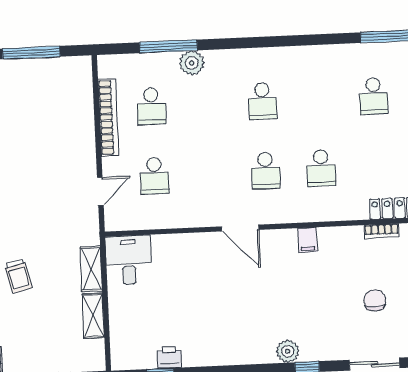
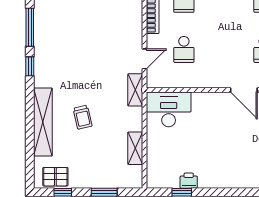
desk: (129, 260) -> (169, 109), width x1.37
shelving: (91, 269) -> (135, 90), moved

